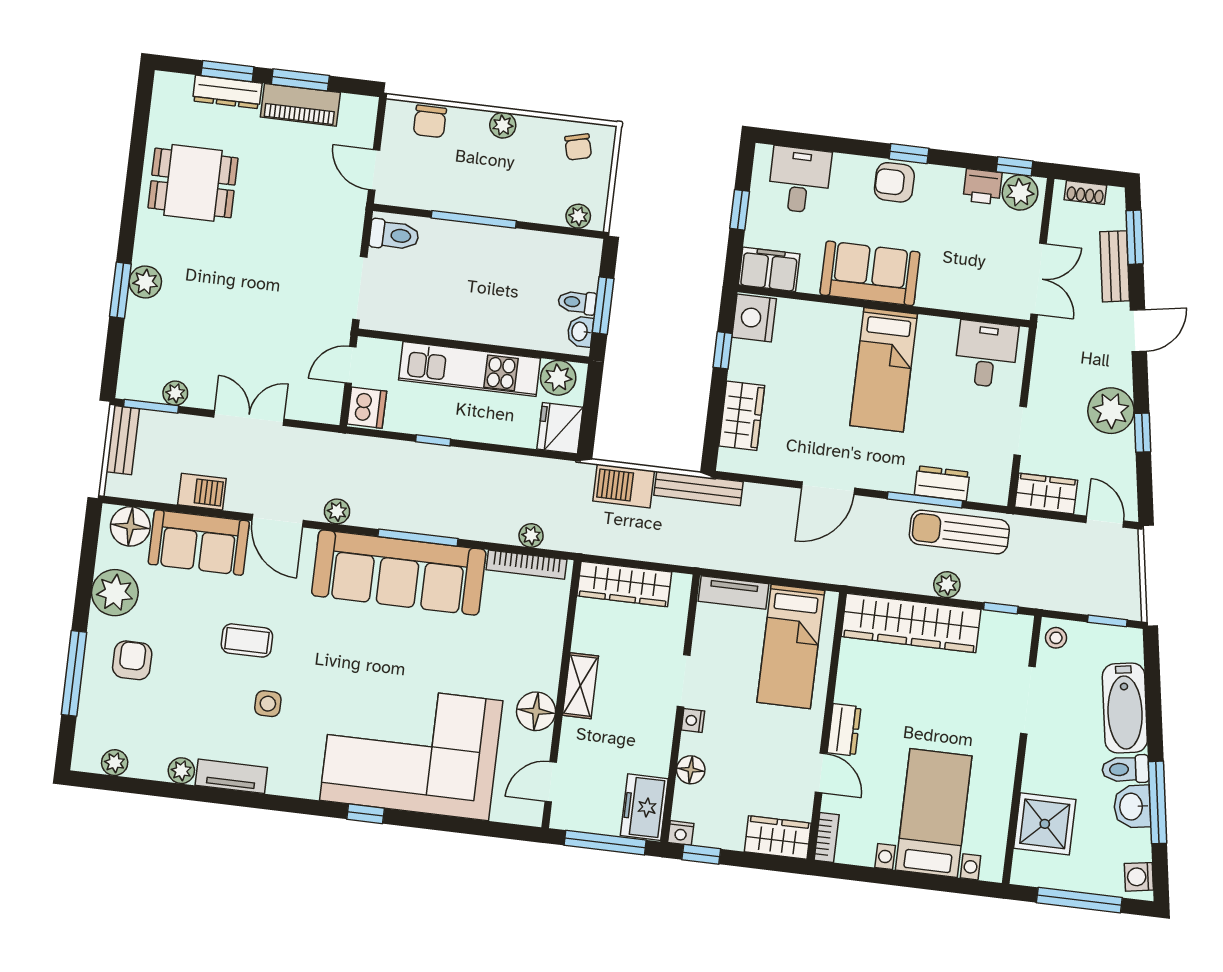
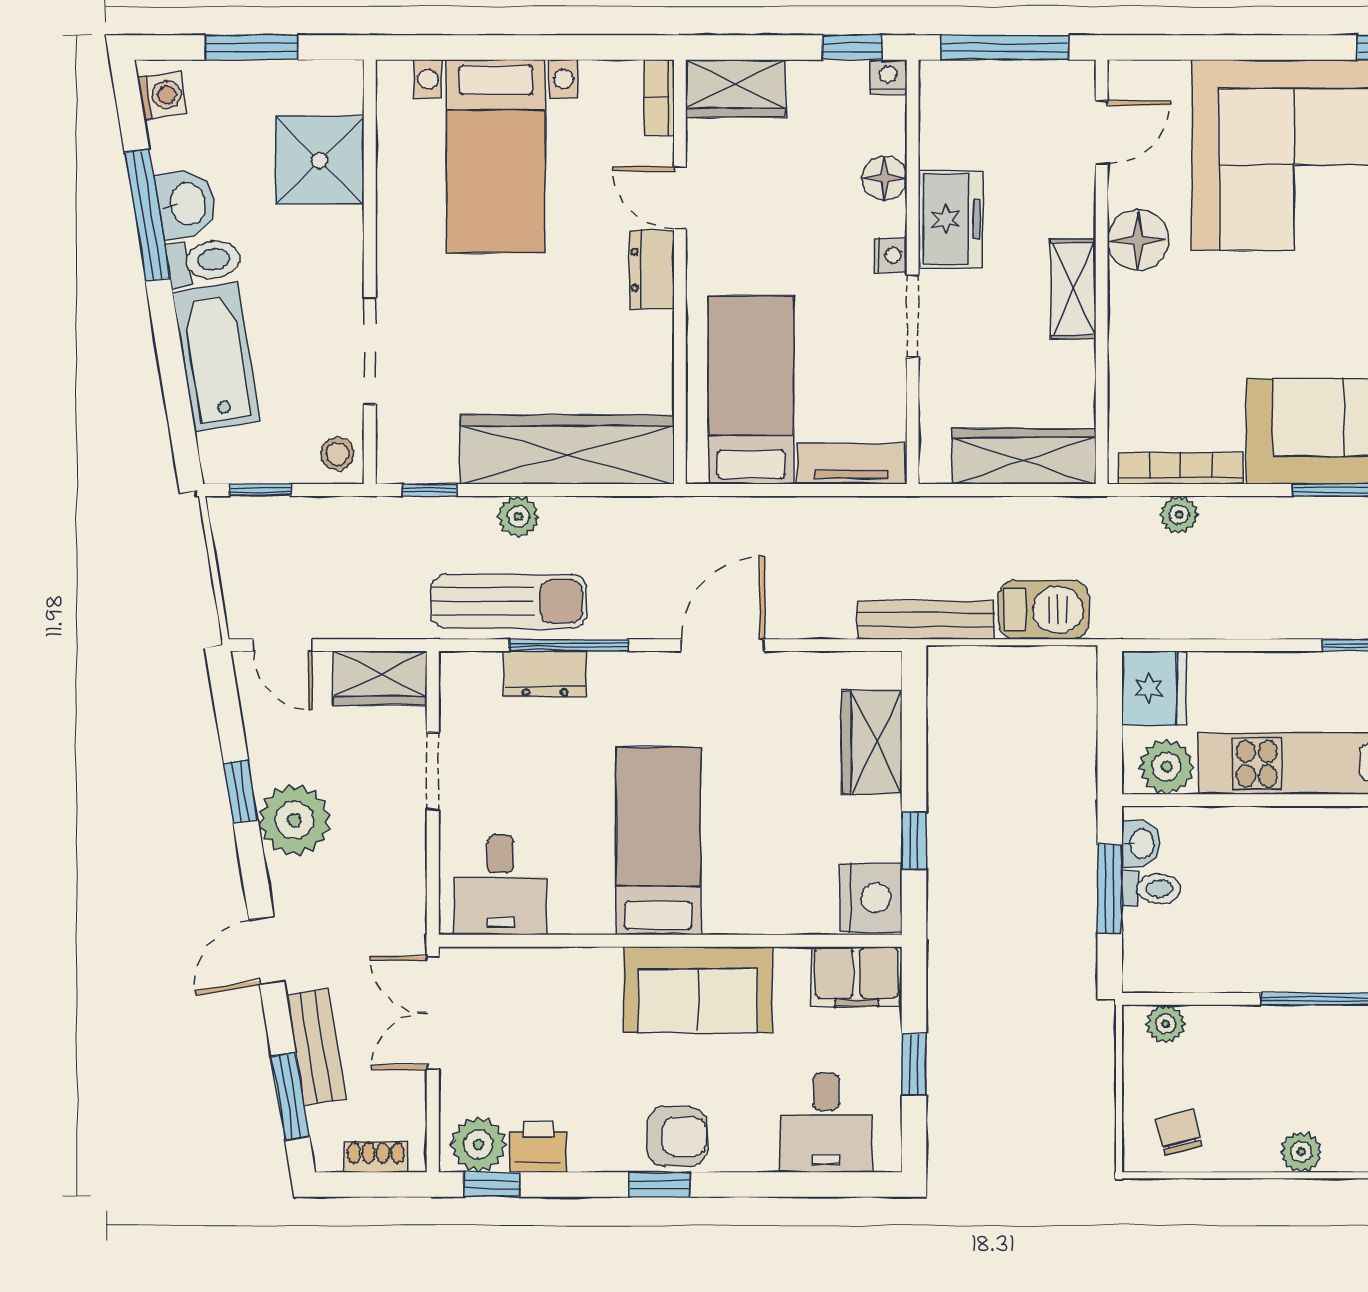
freezer: (644, 807) -> (950, 219), moved
window: (1079, 900) -> (251, 47), width x0.69

